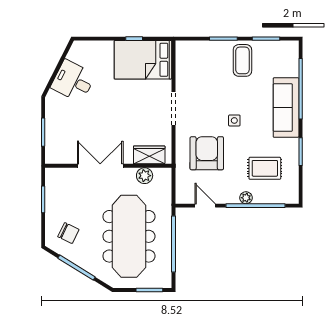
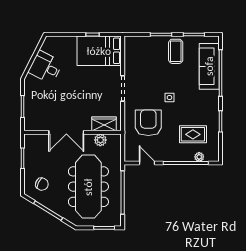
sofa: (286, 108) -> (209, 66), moved
double door: (100, 166) -> (66, 132), swing flipped
plant: (246, 198) -> (199, 157), moved

